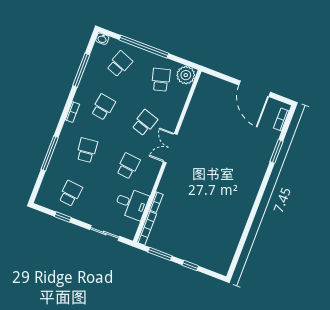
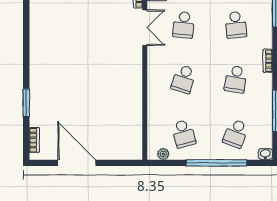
plant: (186, 75) -> (163, 154), width x0.53, depth x0.53
double door: (170, 148) -> (145, 28), moved

